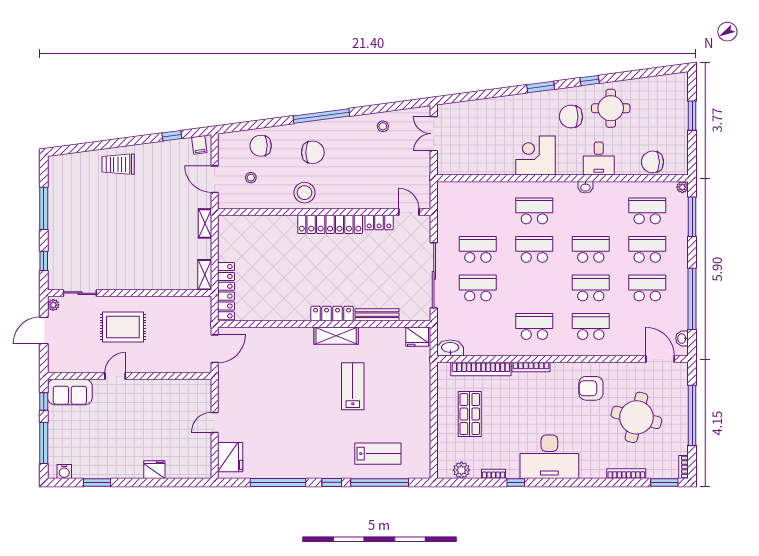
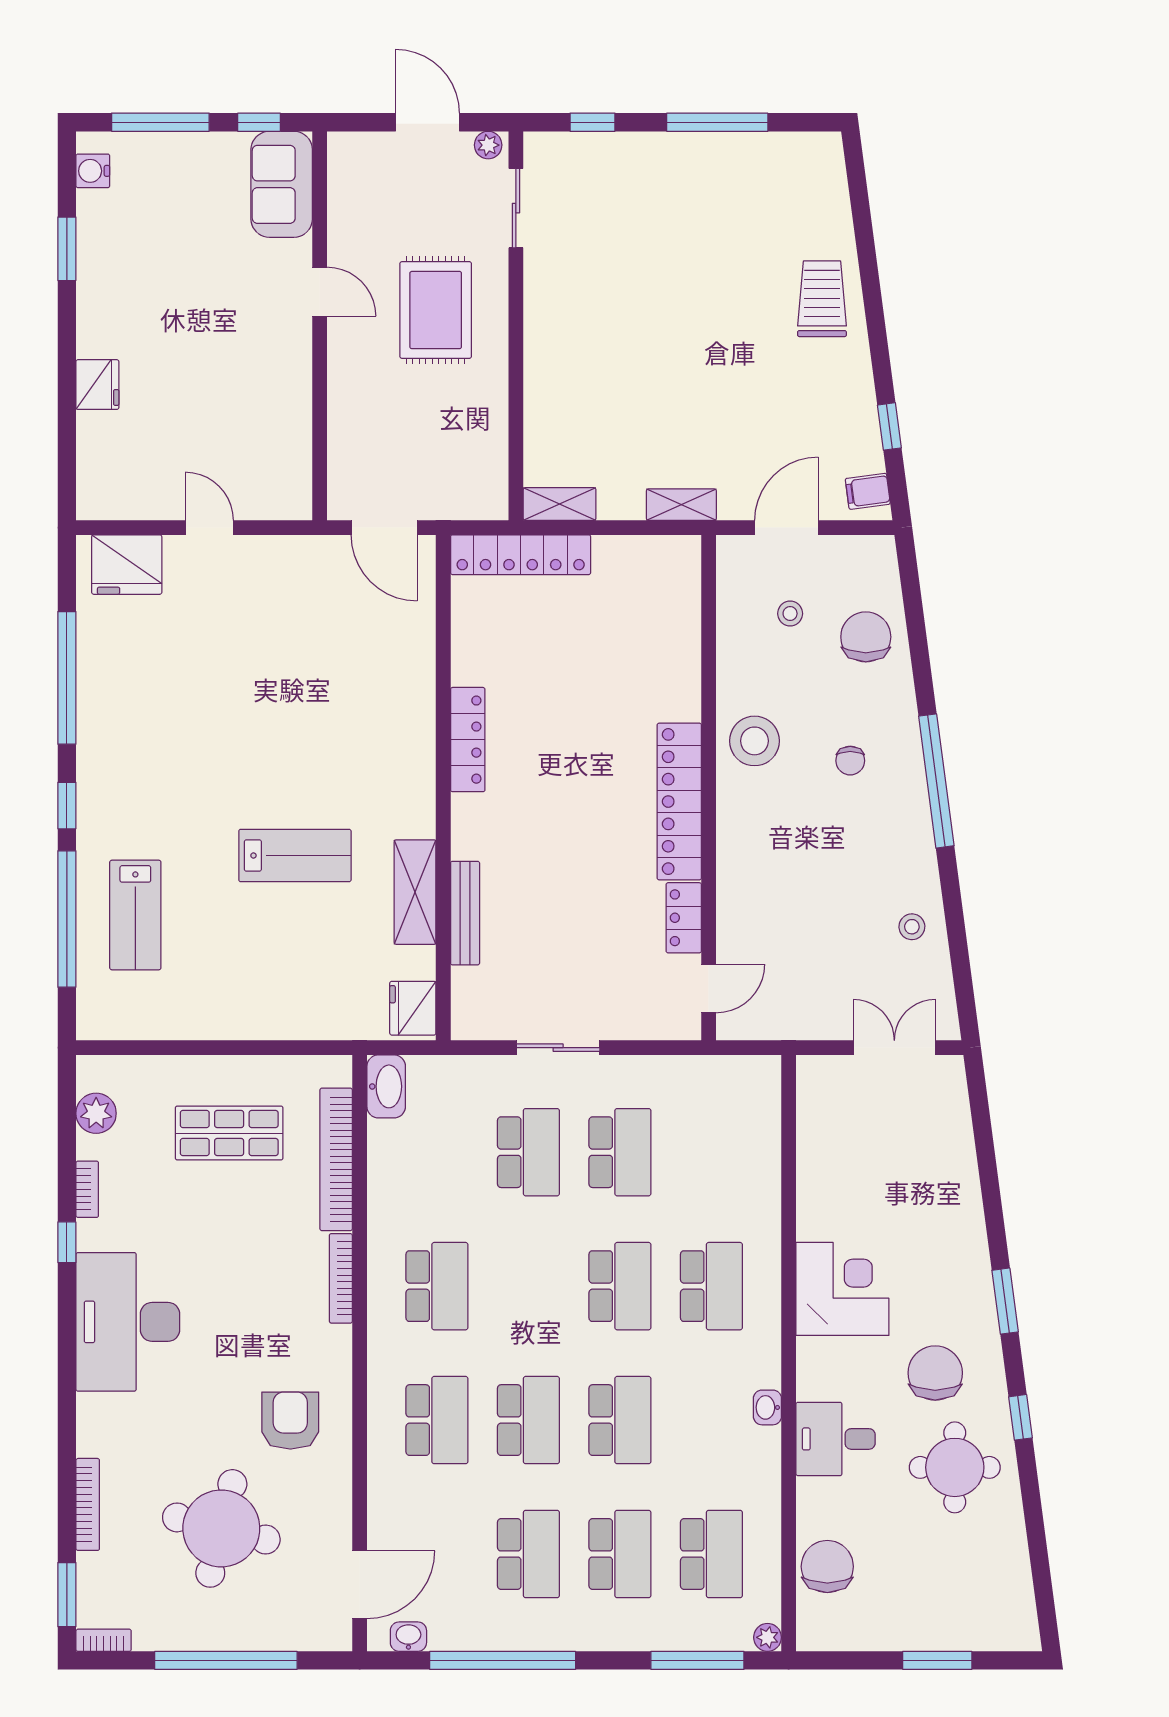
chair: (313, 152) -> (850, 761), width x0.54, depth x0.54
sliding door: (434, 275) -> (558, 1048), width x0.54
locker: (332, 313) -> (468, 740), moved
shelving: (336, 336) -> (415, 892), moved

